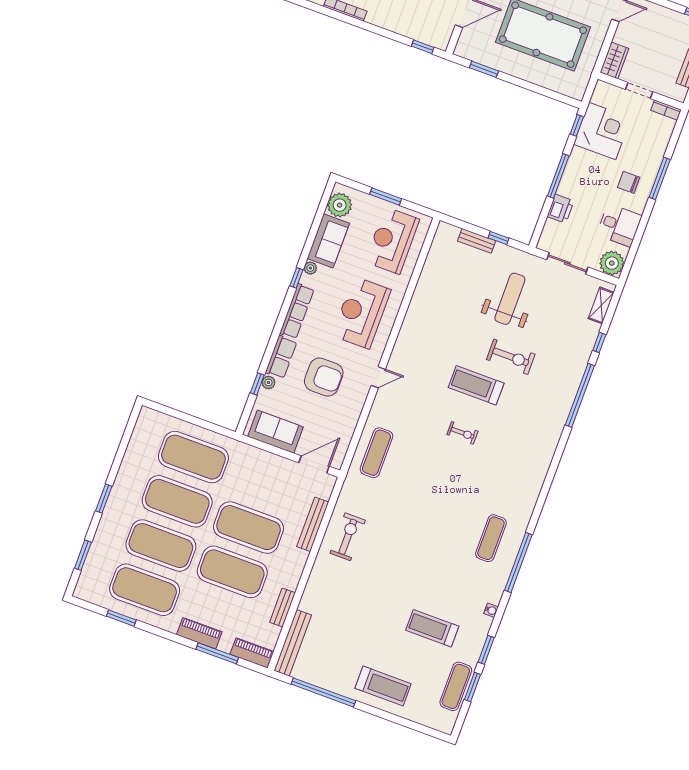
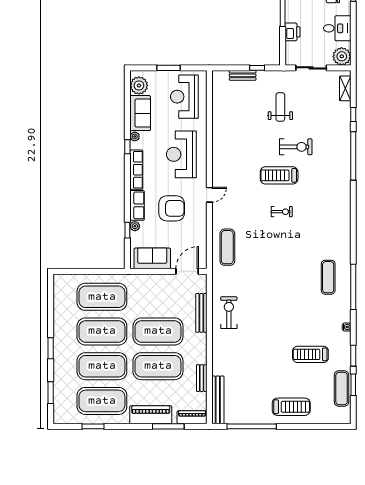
weight bench: (510, 299) -> (280, 107), width x0.73, depth x0.75
piano: (199, 633) -> (151, 415), width x1.37, depth x1.33

